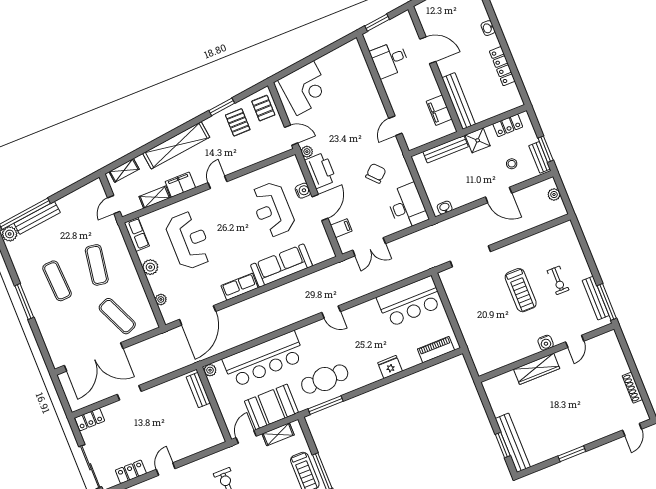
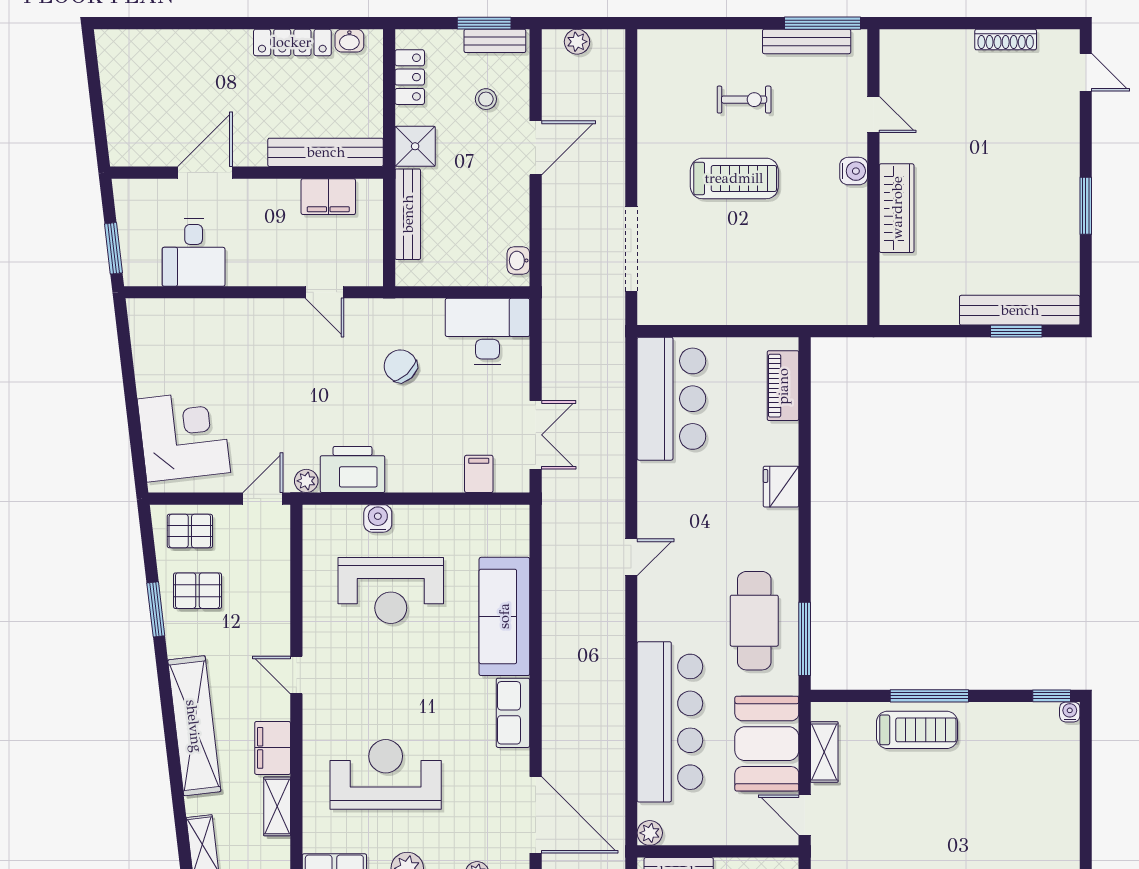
washbasin: (488, 28) -> (349, 41), moved
door: (320, 207) -> (423, 499), removed

